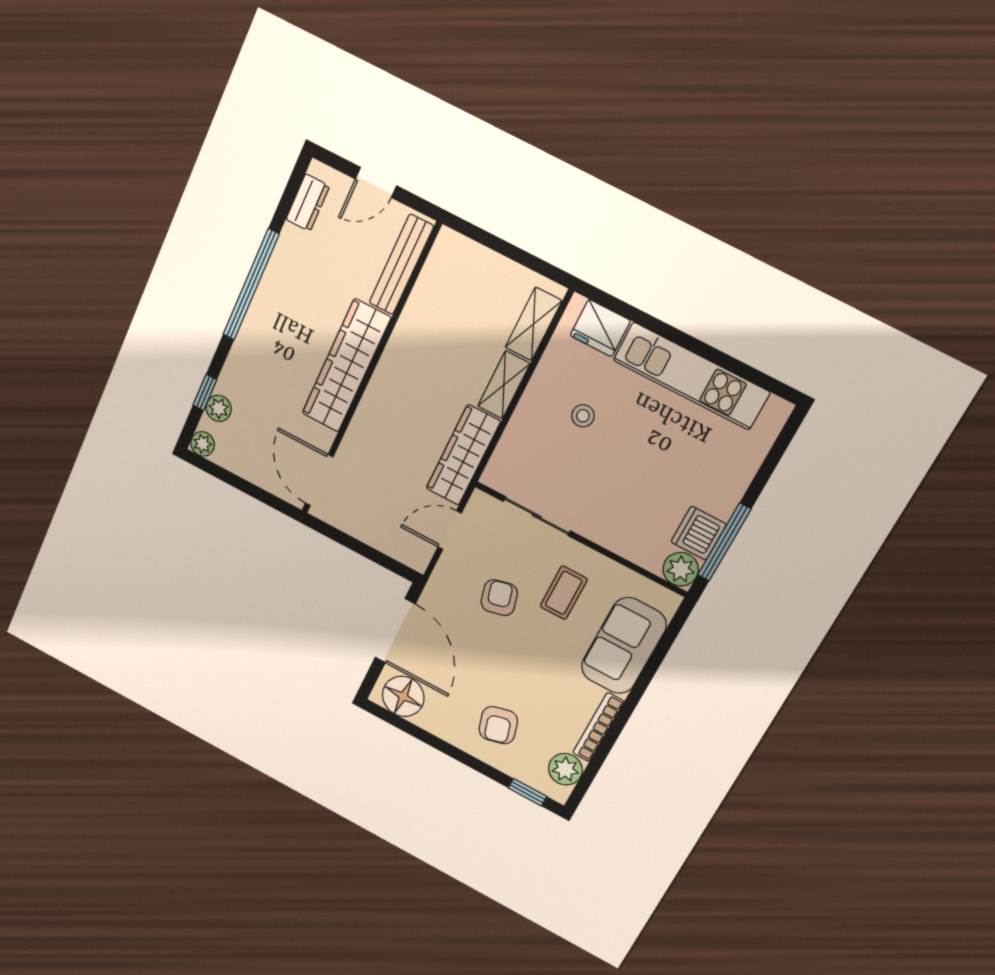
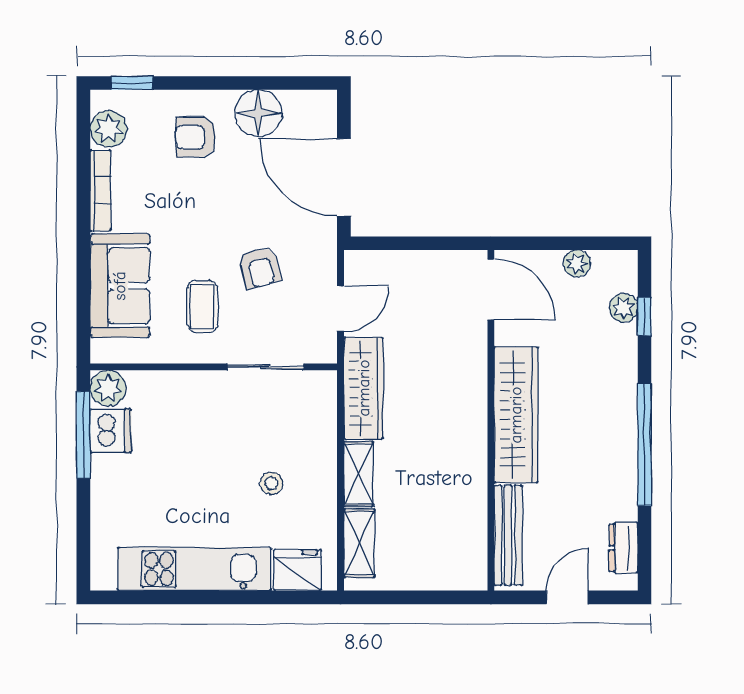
plant: (203, 444) -> (577, 263), moved
floor lamp: (403, 696) -> (258, 113), moved
armchair: (498, 725) -> (196, 137), turned -75

